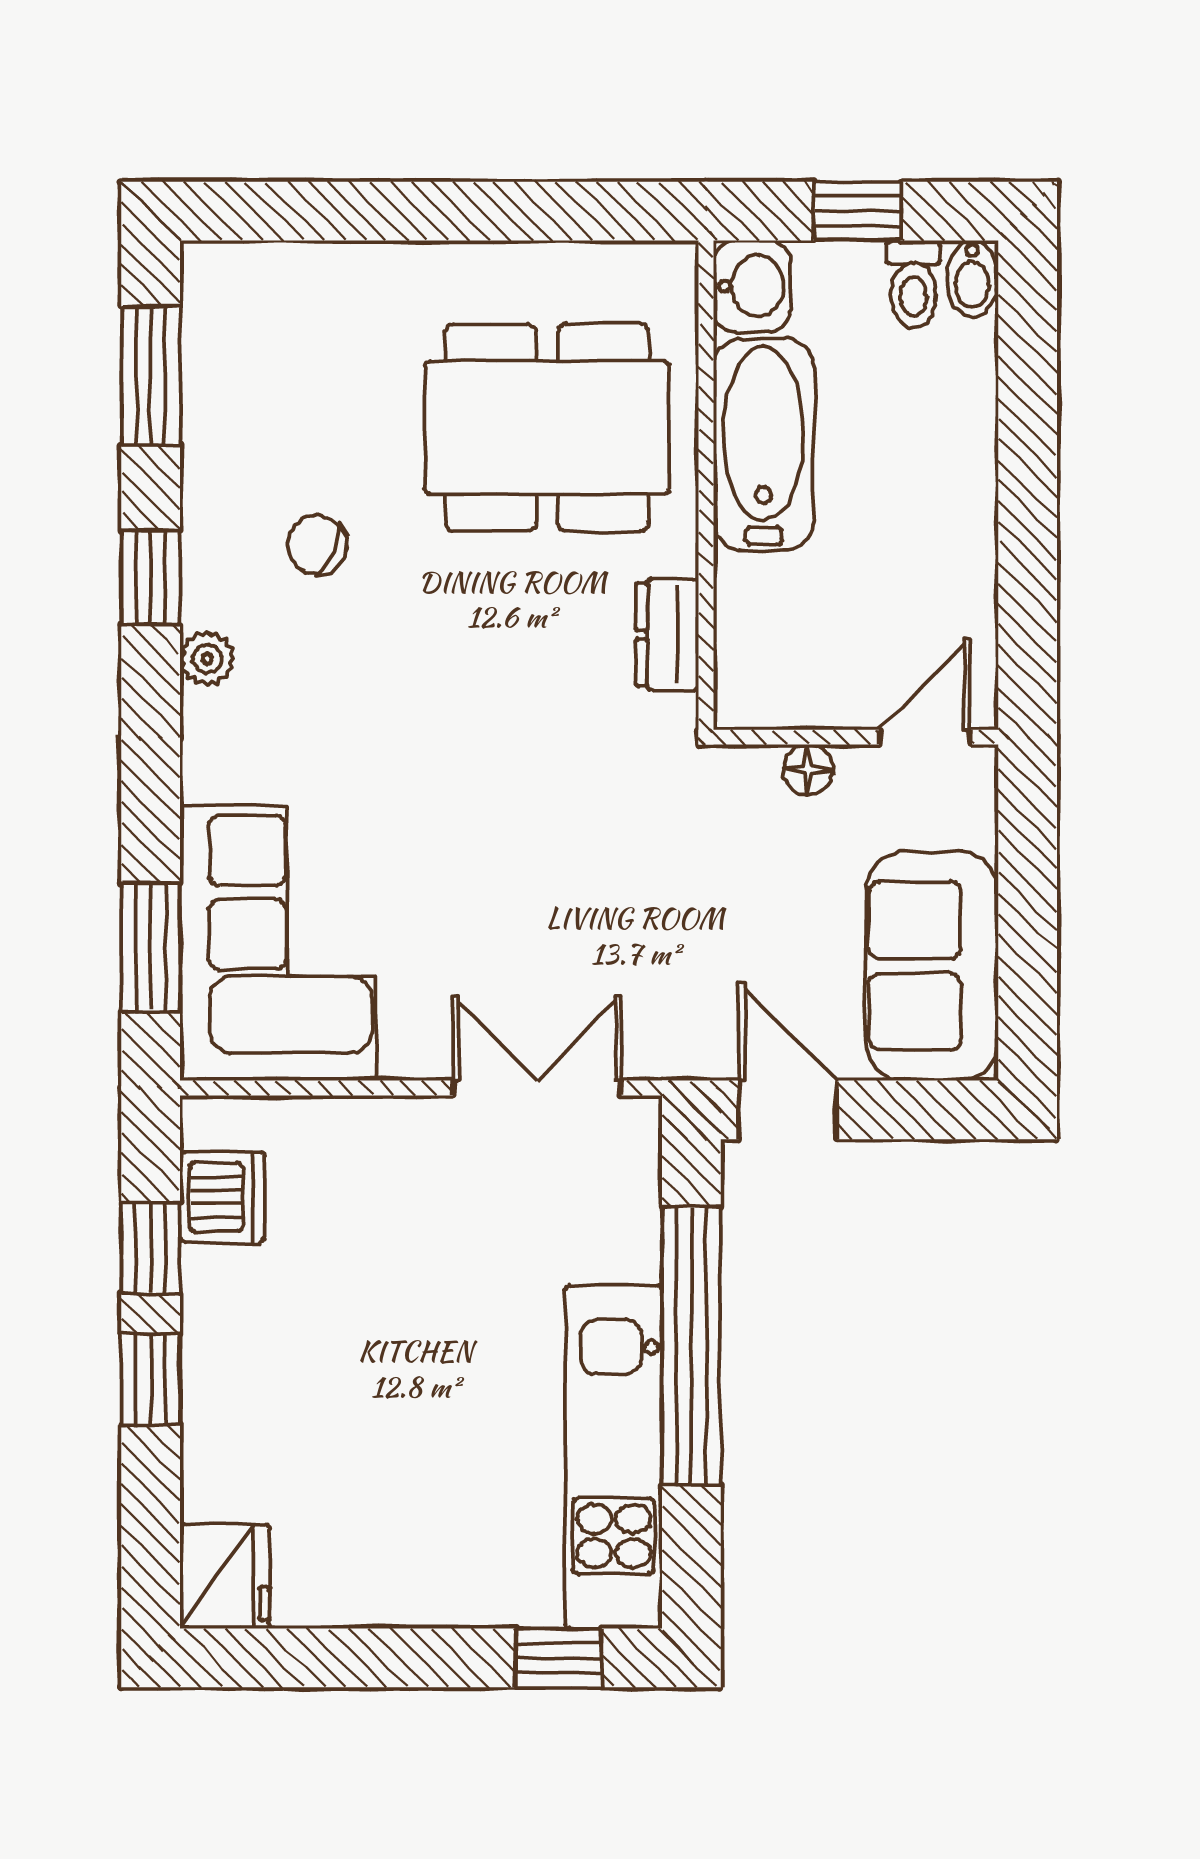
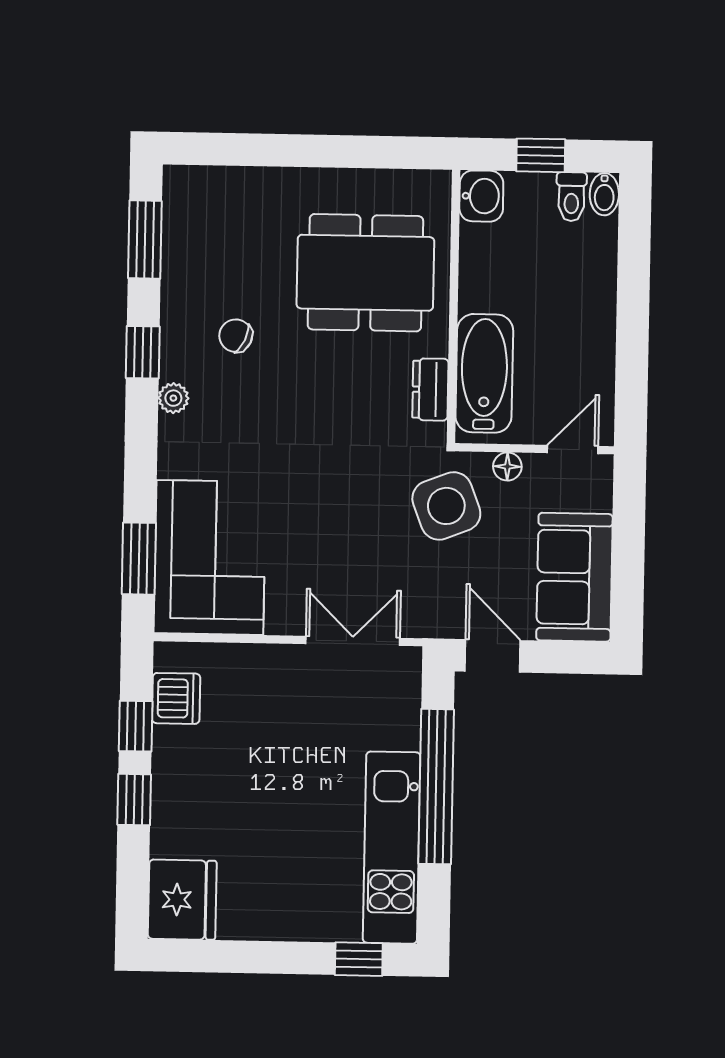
bathtub: (763, 444) -> (484, 373), moved
side table: (700, 843) -> (446, 506), added
fridge: (225, 1576) -> (182, 900), width x1.36, depth x1.34

